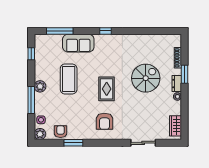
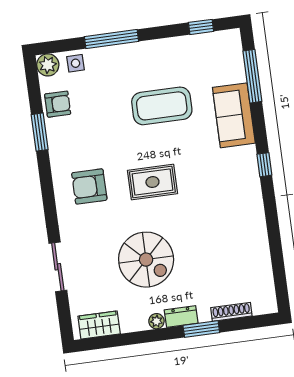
spiral stairs: (146, 78) -> (146, 260), moved
plant: (40, 86) -> (140, 53), removed

